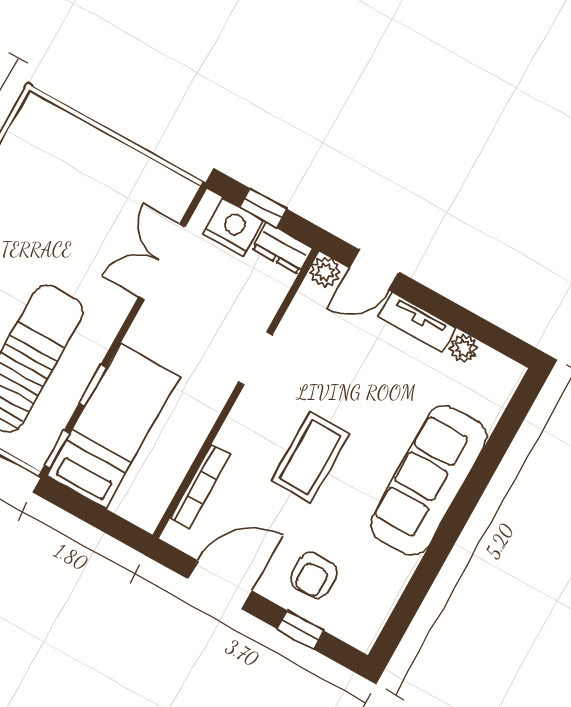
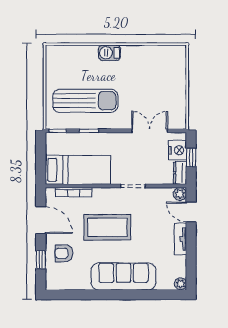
plant: (464, 348) -> (180, 284), moved
bed: (113, 426) -> (78, 170), moved
coffee table: (310, 458) -> (107, 227), width x1.36, depth x1.32

